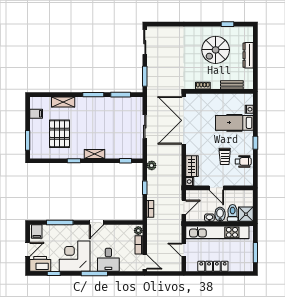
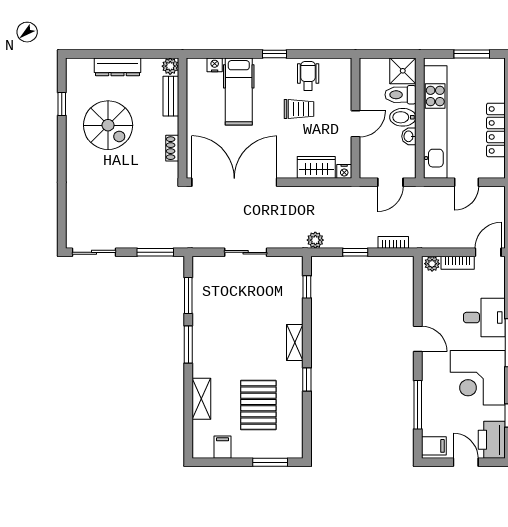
plant: (249, 85) -> (170, 66), added
double door: (184, 120) -> (234, 182), swing flipped
pallet: (60, 134) -> (258, 405), turned 90
door: (184, 207) -> (390, 182), swing flipped

